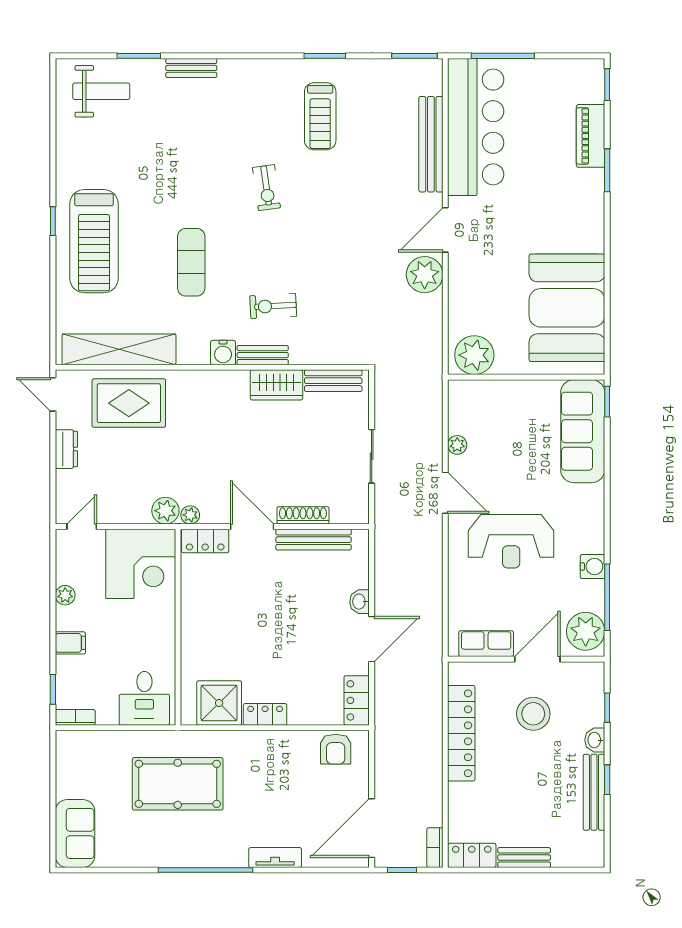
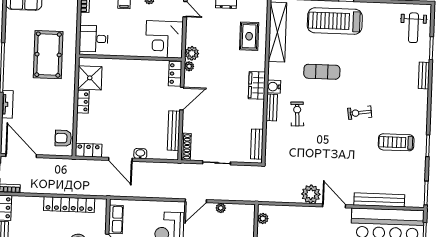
plant: (474, 355) -> (263, 218), width x0.53, depth x0.53
wardrobe: (276, 385) -> (257, 85), moved
rug: (129, 403) -> (249, 36), width x0.73, depth x0.70
shoe rack: (303, 515) -> (186, 147), moved

